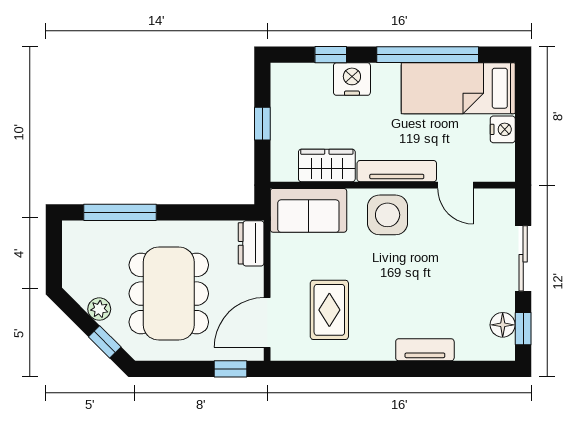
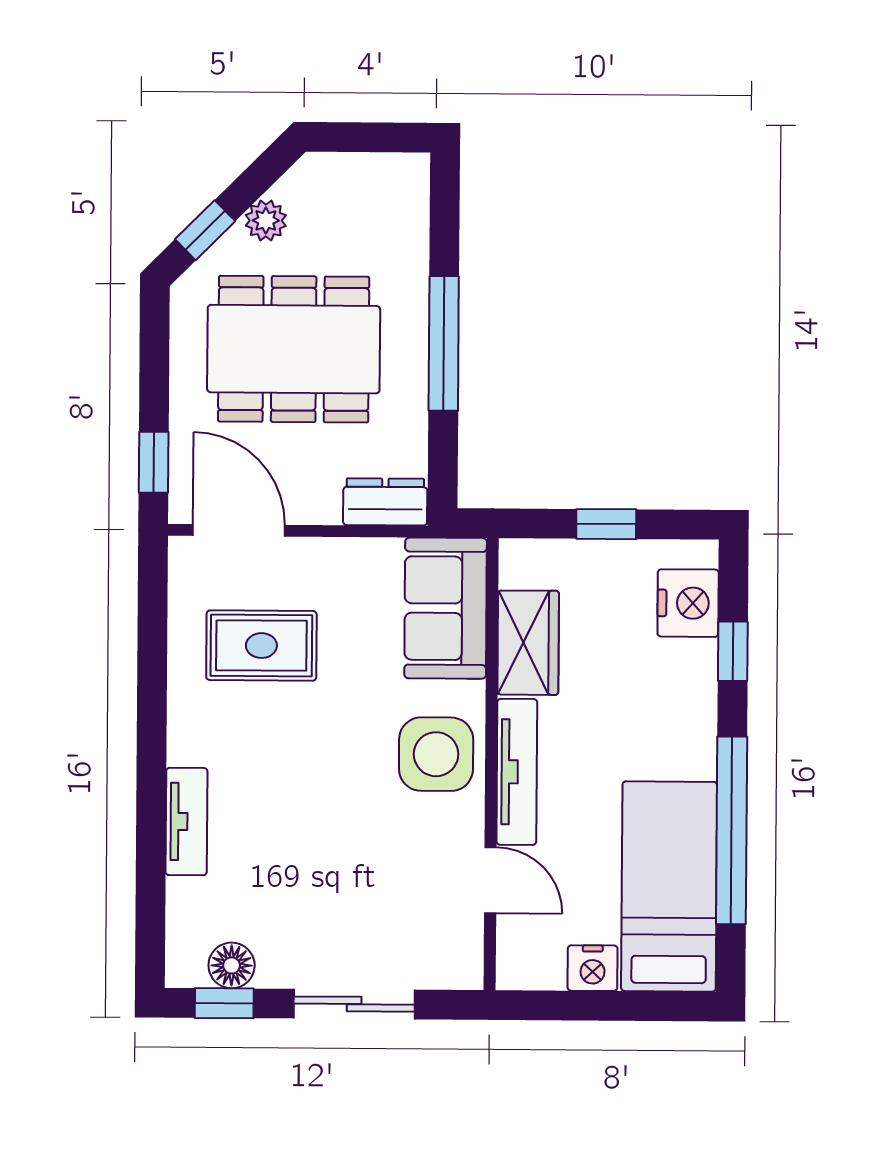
nightstand: (352, 79) -> (688, 603), moved
door: (455, 185) -> (490, 880), swing flipped
window: (120, 212) -> (444, 343), moved

